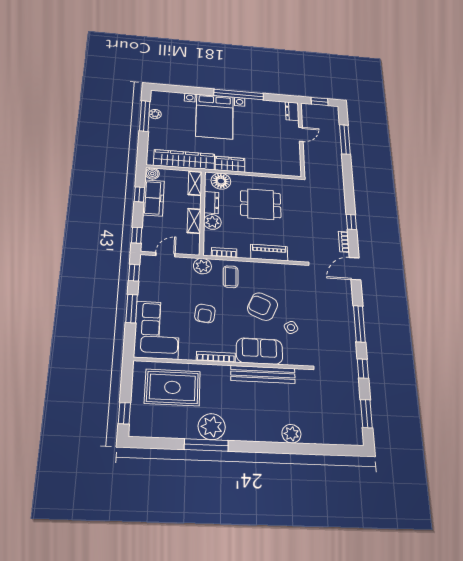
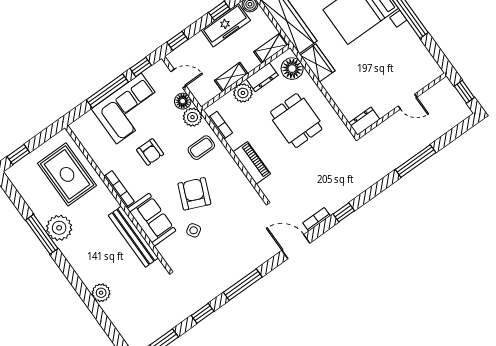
dresser: (292, 111) -> (364, 121), moved
window: (345, 139) -> (416, 161), moved
floor lamp: (185, 264) -> (183, 101), added
window: (132, 309) -> (107, 91), width x1.44
armchair: (205, 314) -> (150, 152), turned -97
corner sofa: (157, 330) -> (129, 108), moved

